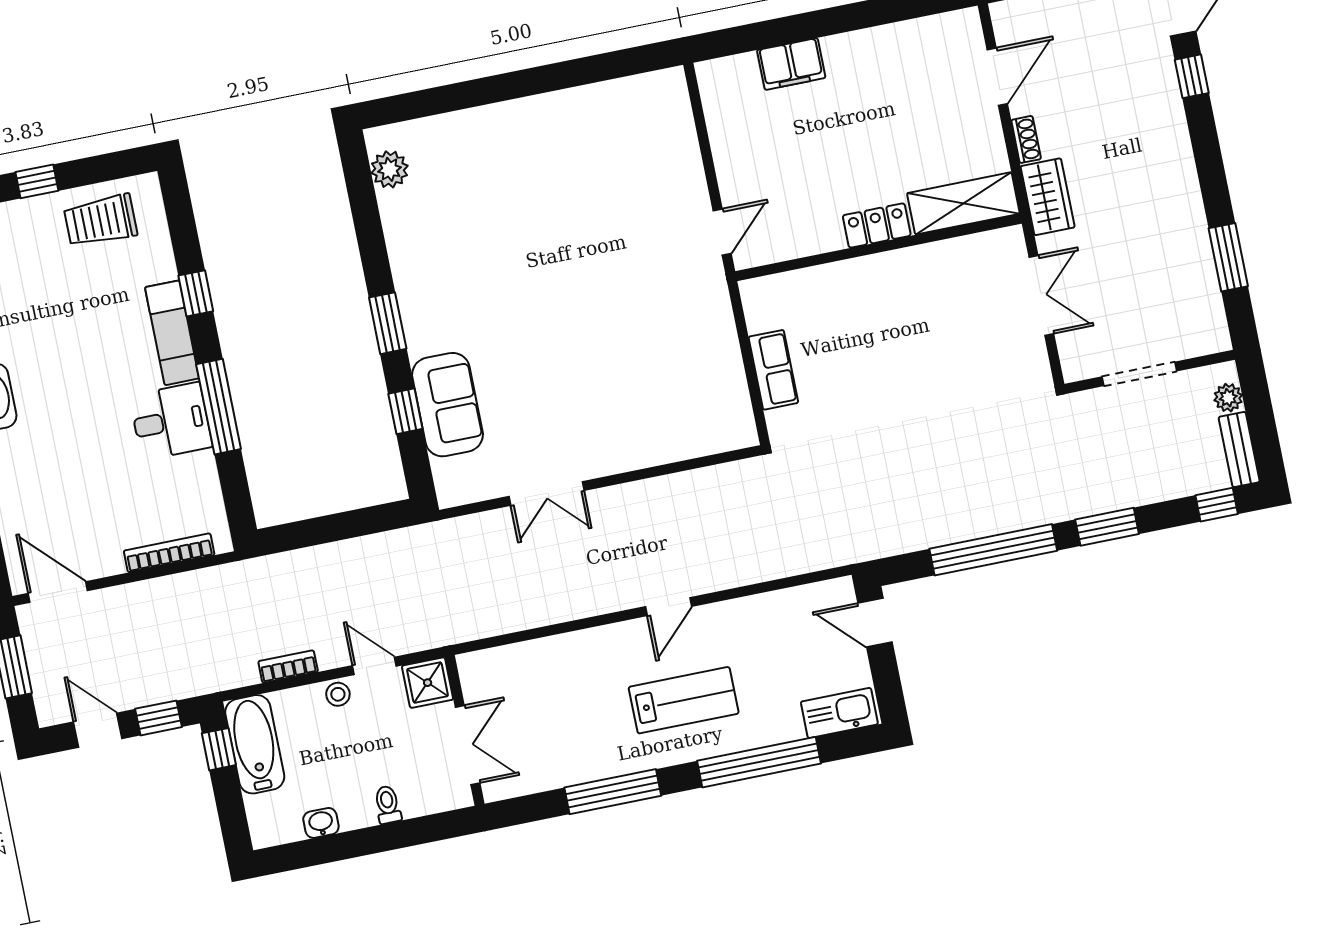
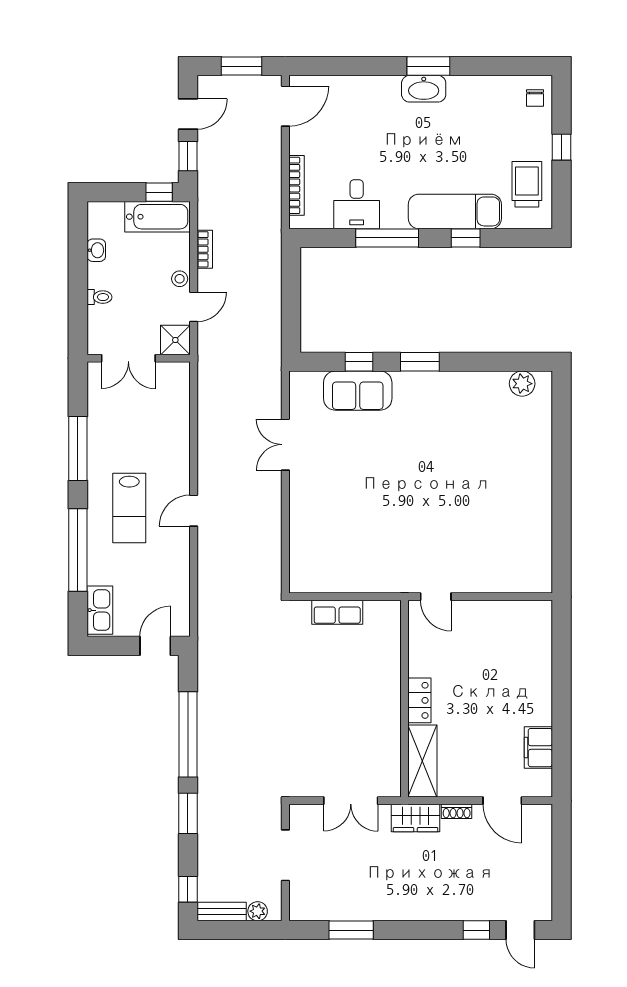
filing cabinet: (791, 64) -> (538, 748), moved
exam couch: (172, 333) -> (455, 211), width x1.36, depth x1.45
desk: (171, 421) -> (357, 204), moved
door: (669, 607) -> (194, 511), hinge flipped

